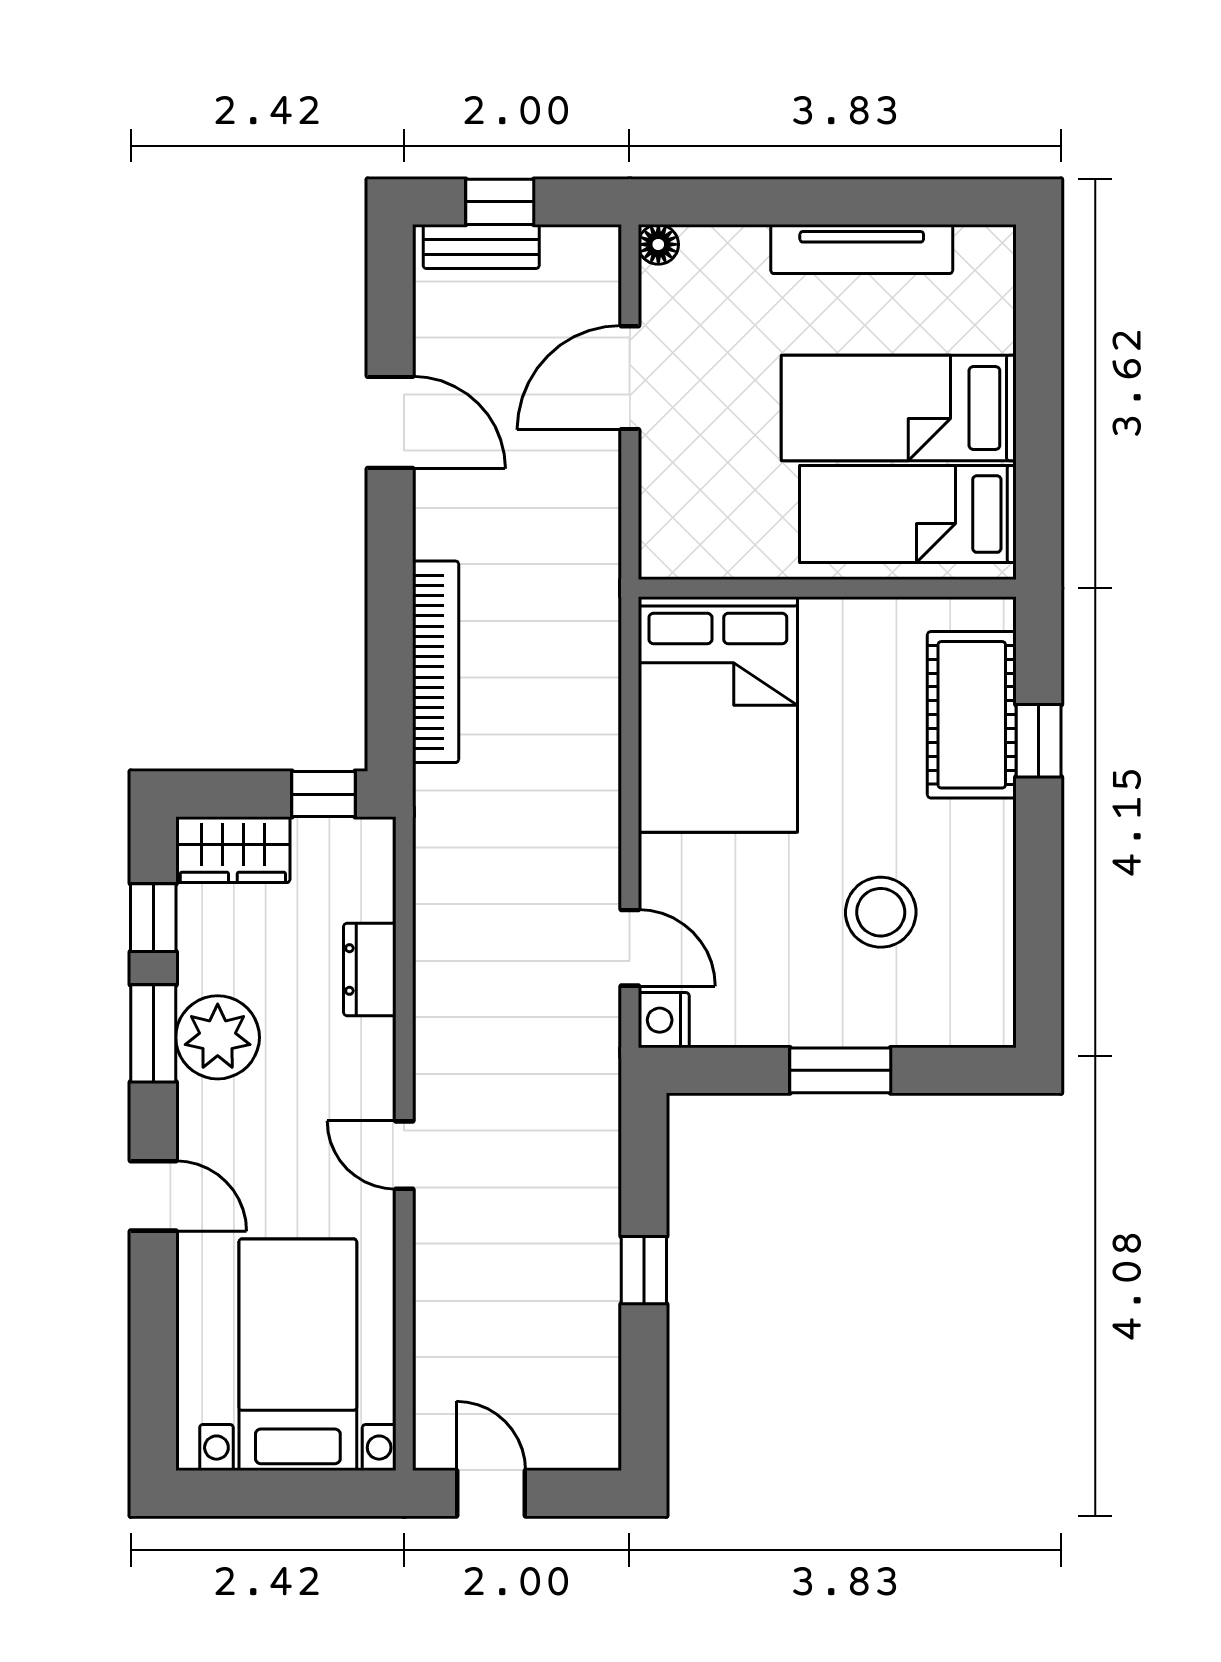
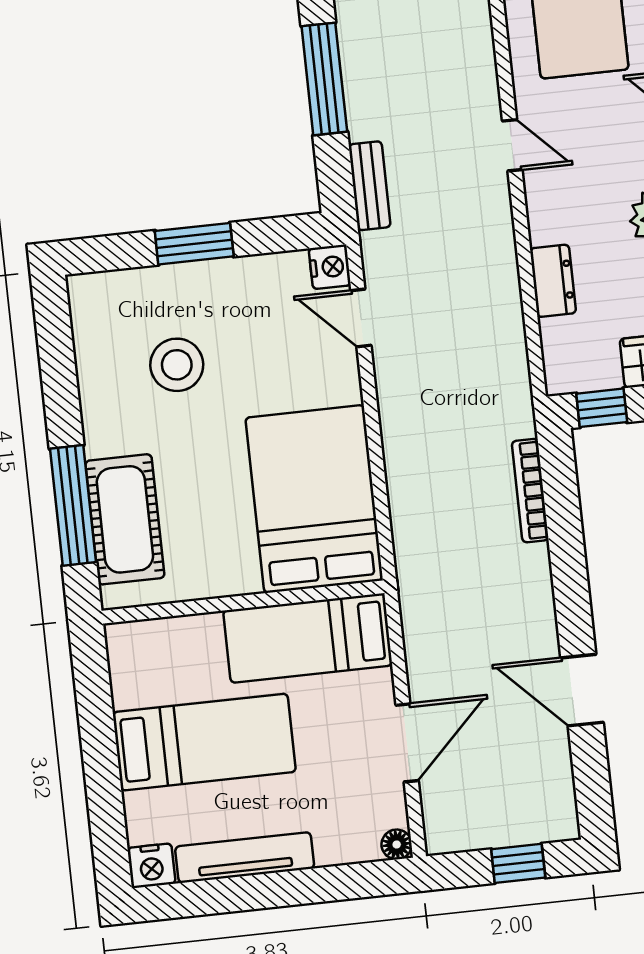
bench: (481, 247) -> (370, 186), moved, turned 90
nightstand: (987, 252) -> (151, 866), added
bed: (908, 514) -> (308, 638), moved, turned 180
bookcase: (436, 662) -> (530, 491), width x0.68, depth x0.76
window: (1039, 741) -> (73, 505), width x2.17
window: (644, 1270) -> (324, 79), width x2.17

